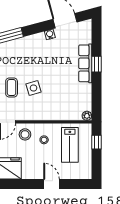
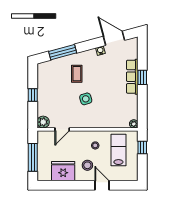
coffee table: (12, 88) -> (77, 74), moved
stool: (25, 134) -> (87, 165), moved
lab bench: (70, 145) -> (118, 150), turned 180

